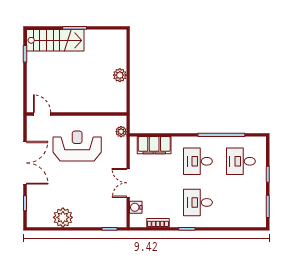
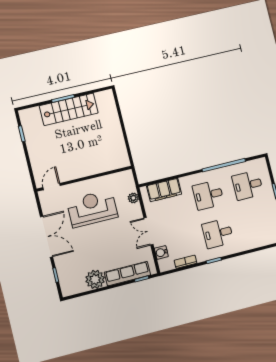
stairs: (55, 40) -> (69, 109), moved
plant: (120, 75) -> (116, 133), removed
door: (42, 114) -> (52, 187), hinge flipped
plant: (121, 132) -> (133, 198), moved
row of seats: (97, 220) -> (127, 274), added

